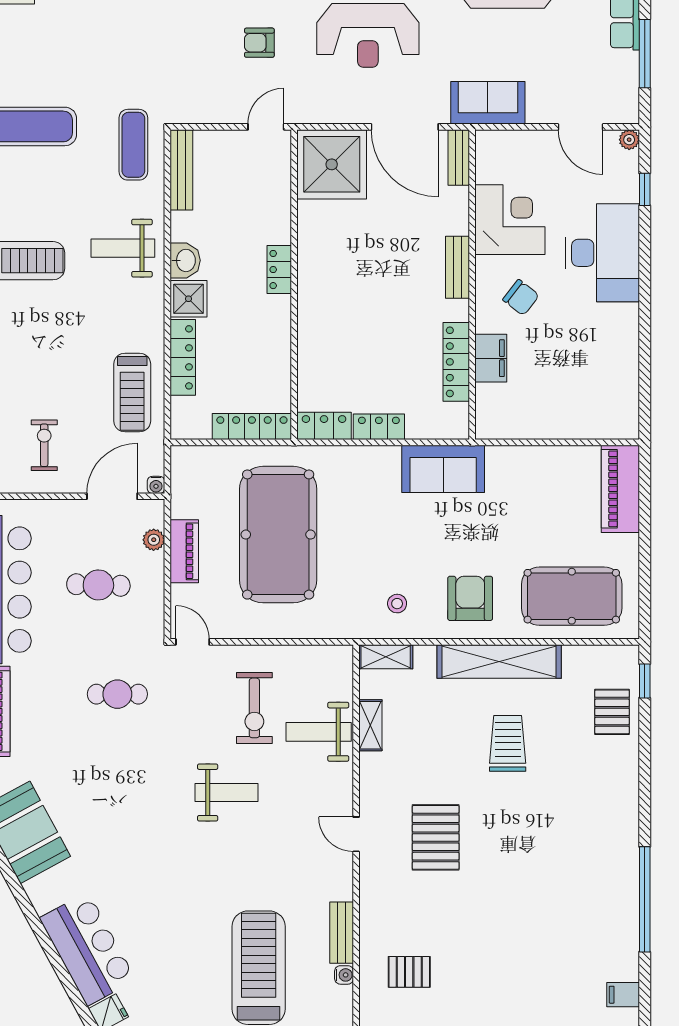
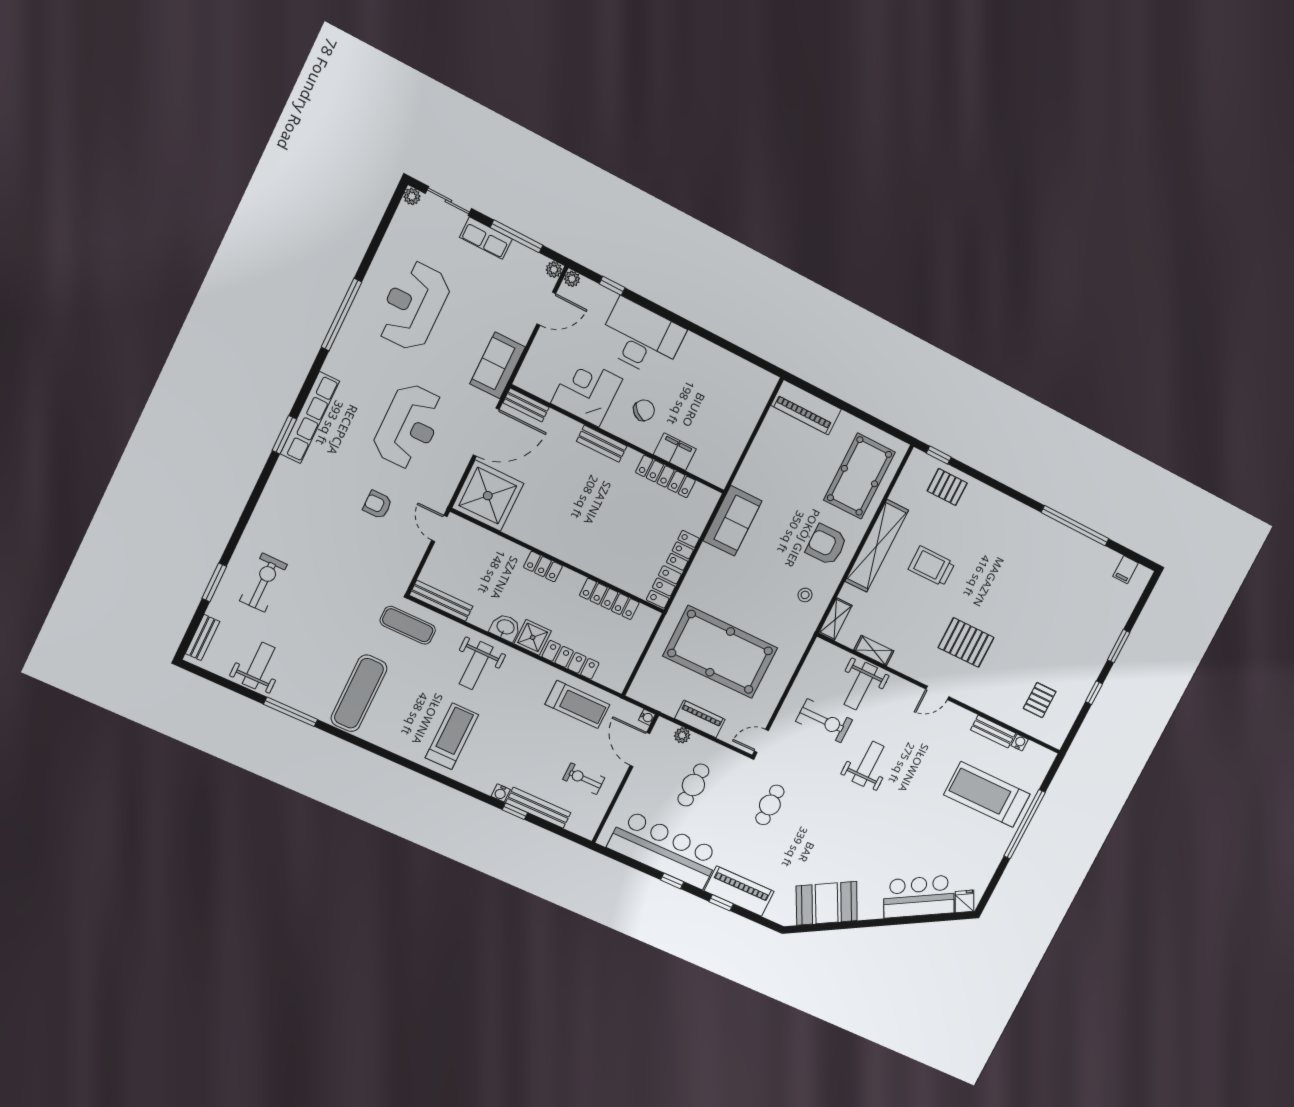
armchair: (259, 43) -> (377, 505), turned 90
plant: (629, 114) -> (554, 270), added
locker: (252, 427) -> (609, 599), moved, turned -90

